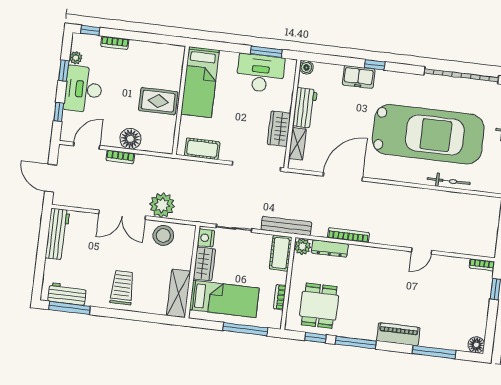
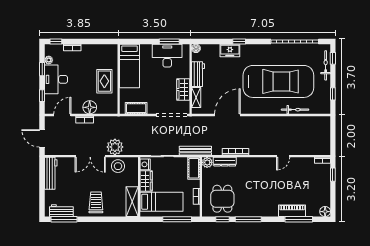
rug: (158, 101) -> (104, 81), turned 90
piano: (398, 334) -> (292, 211), moved

